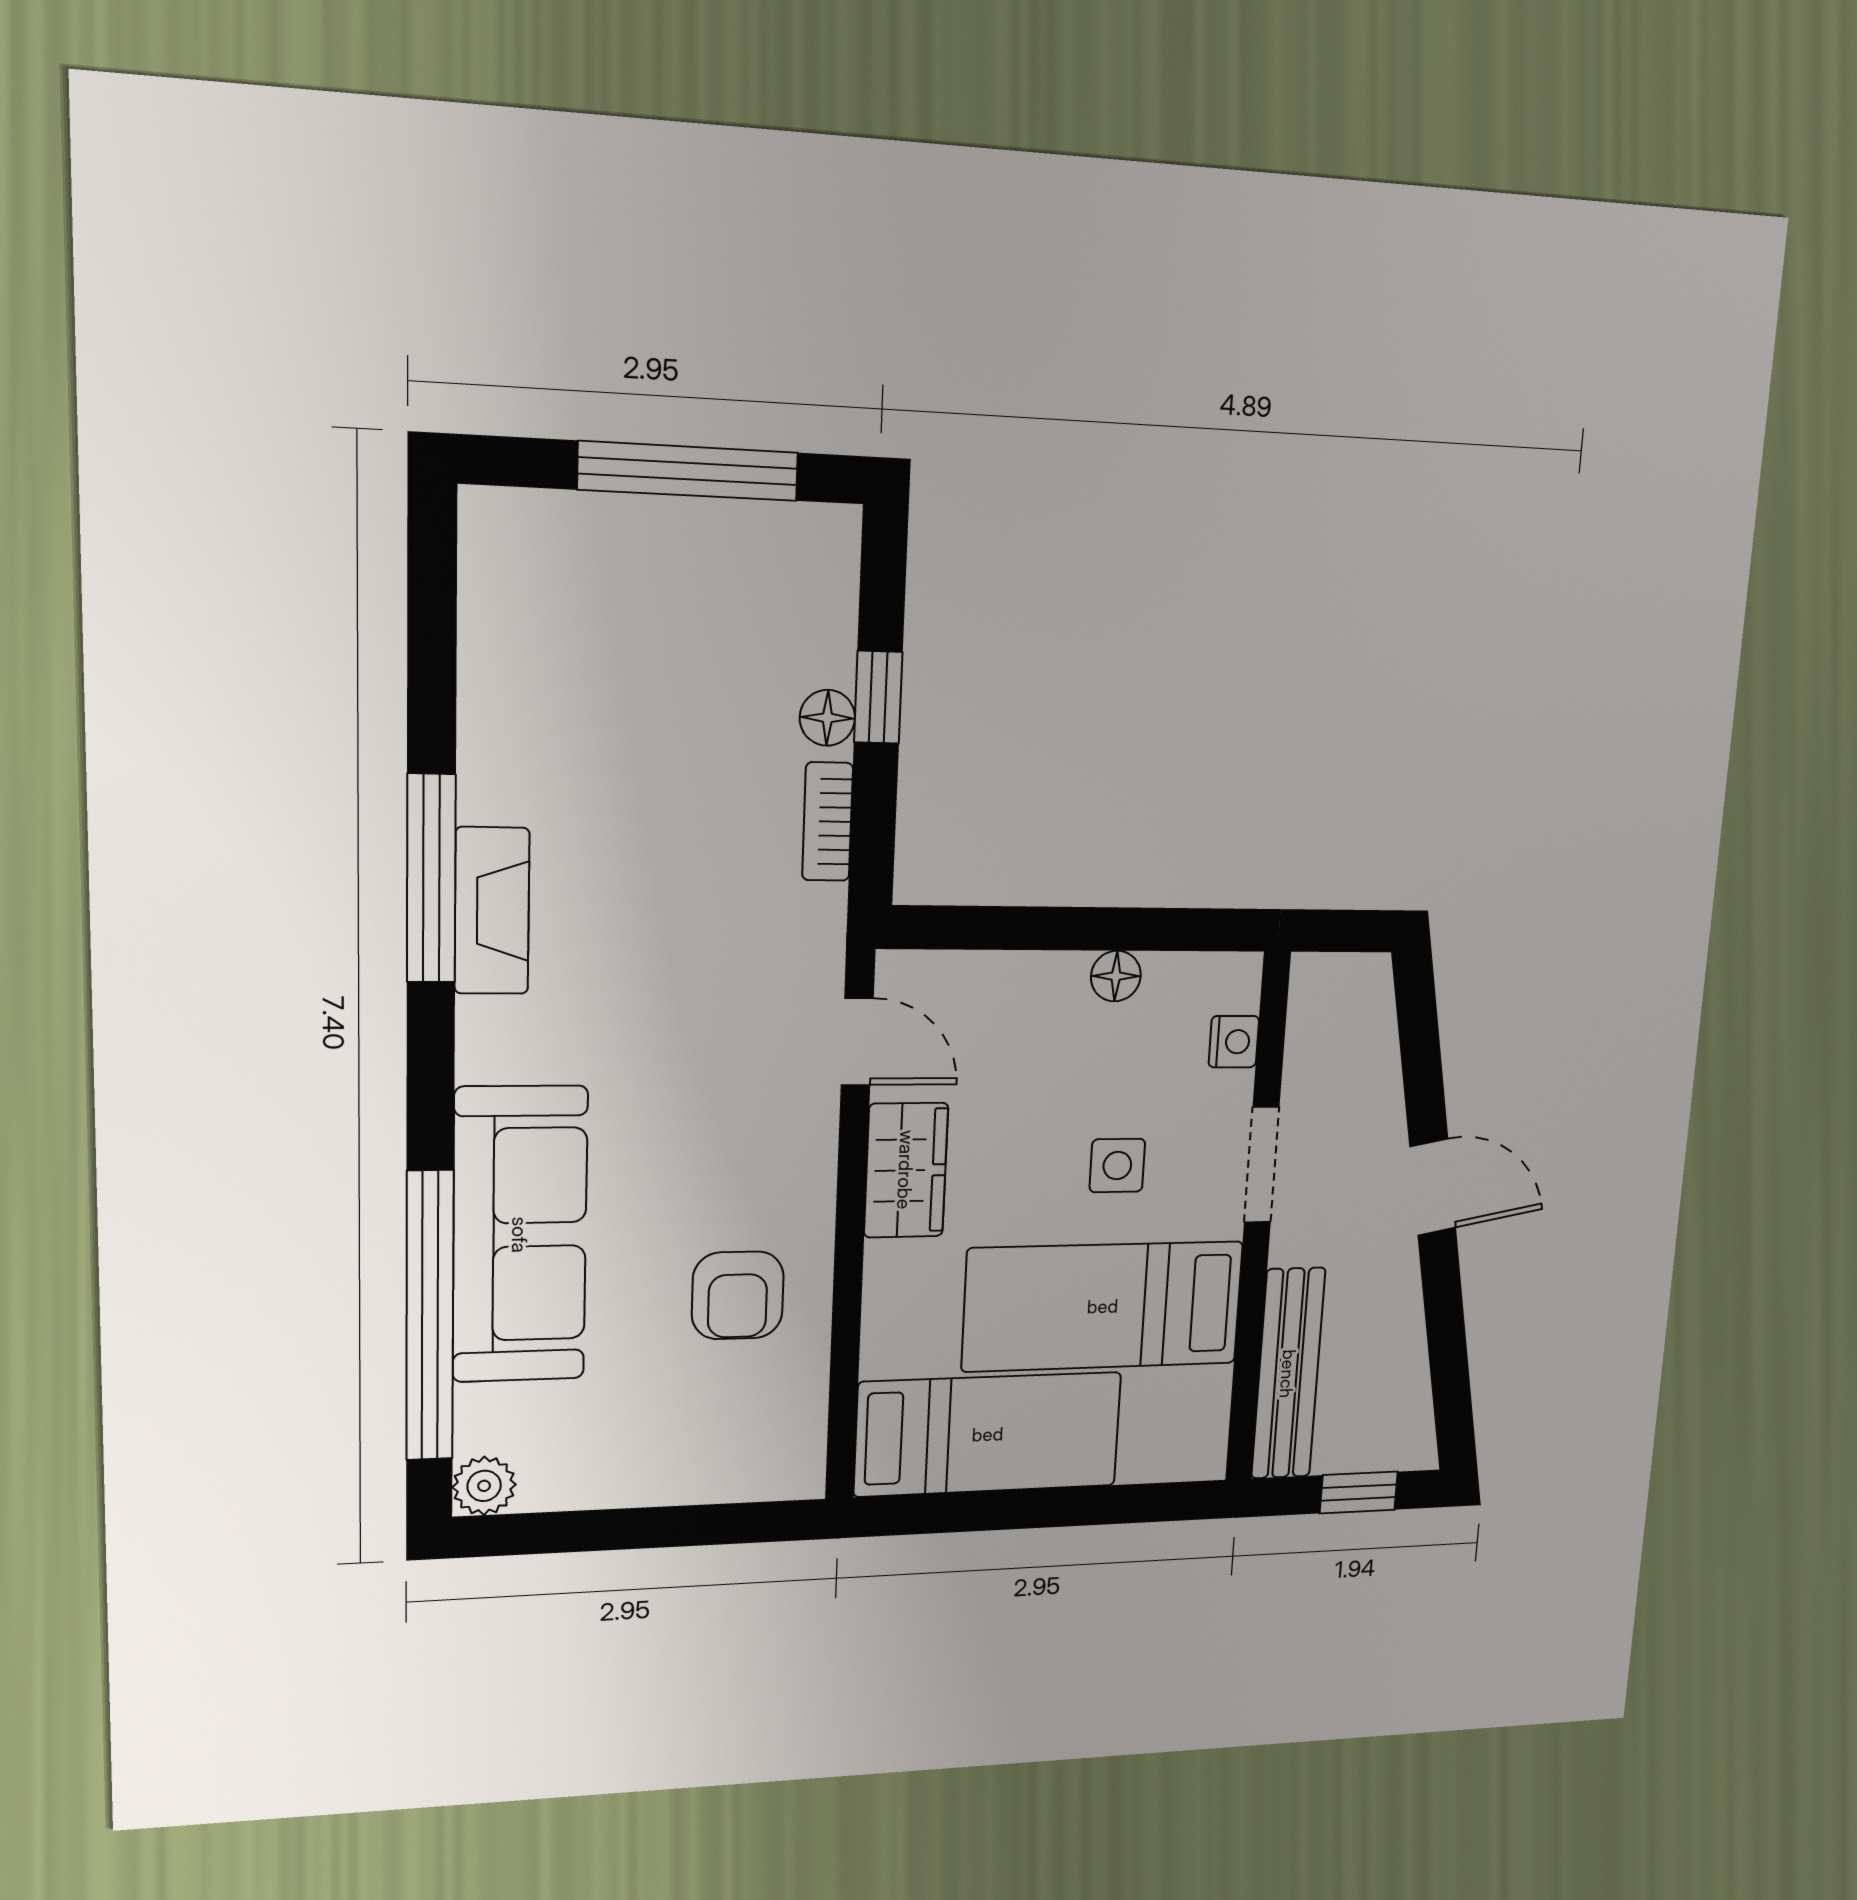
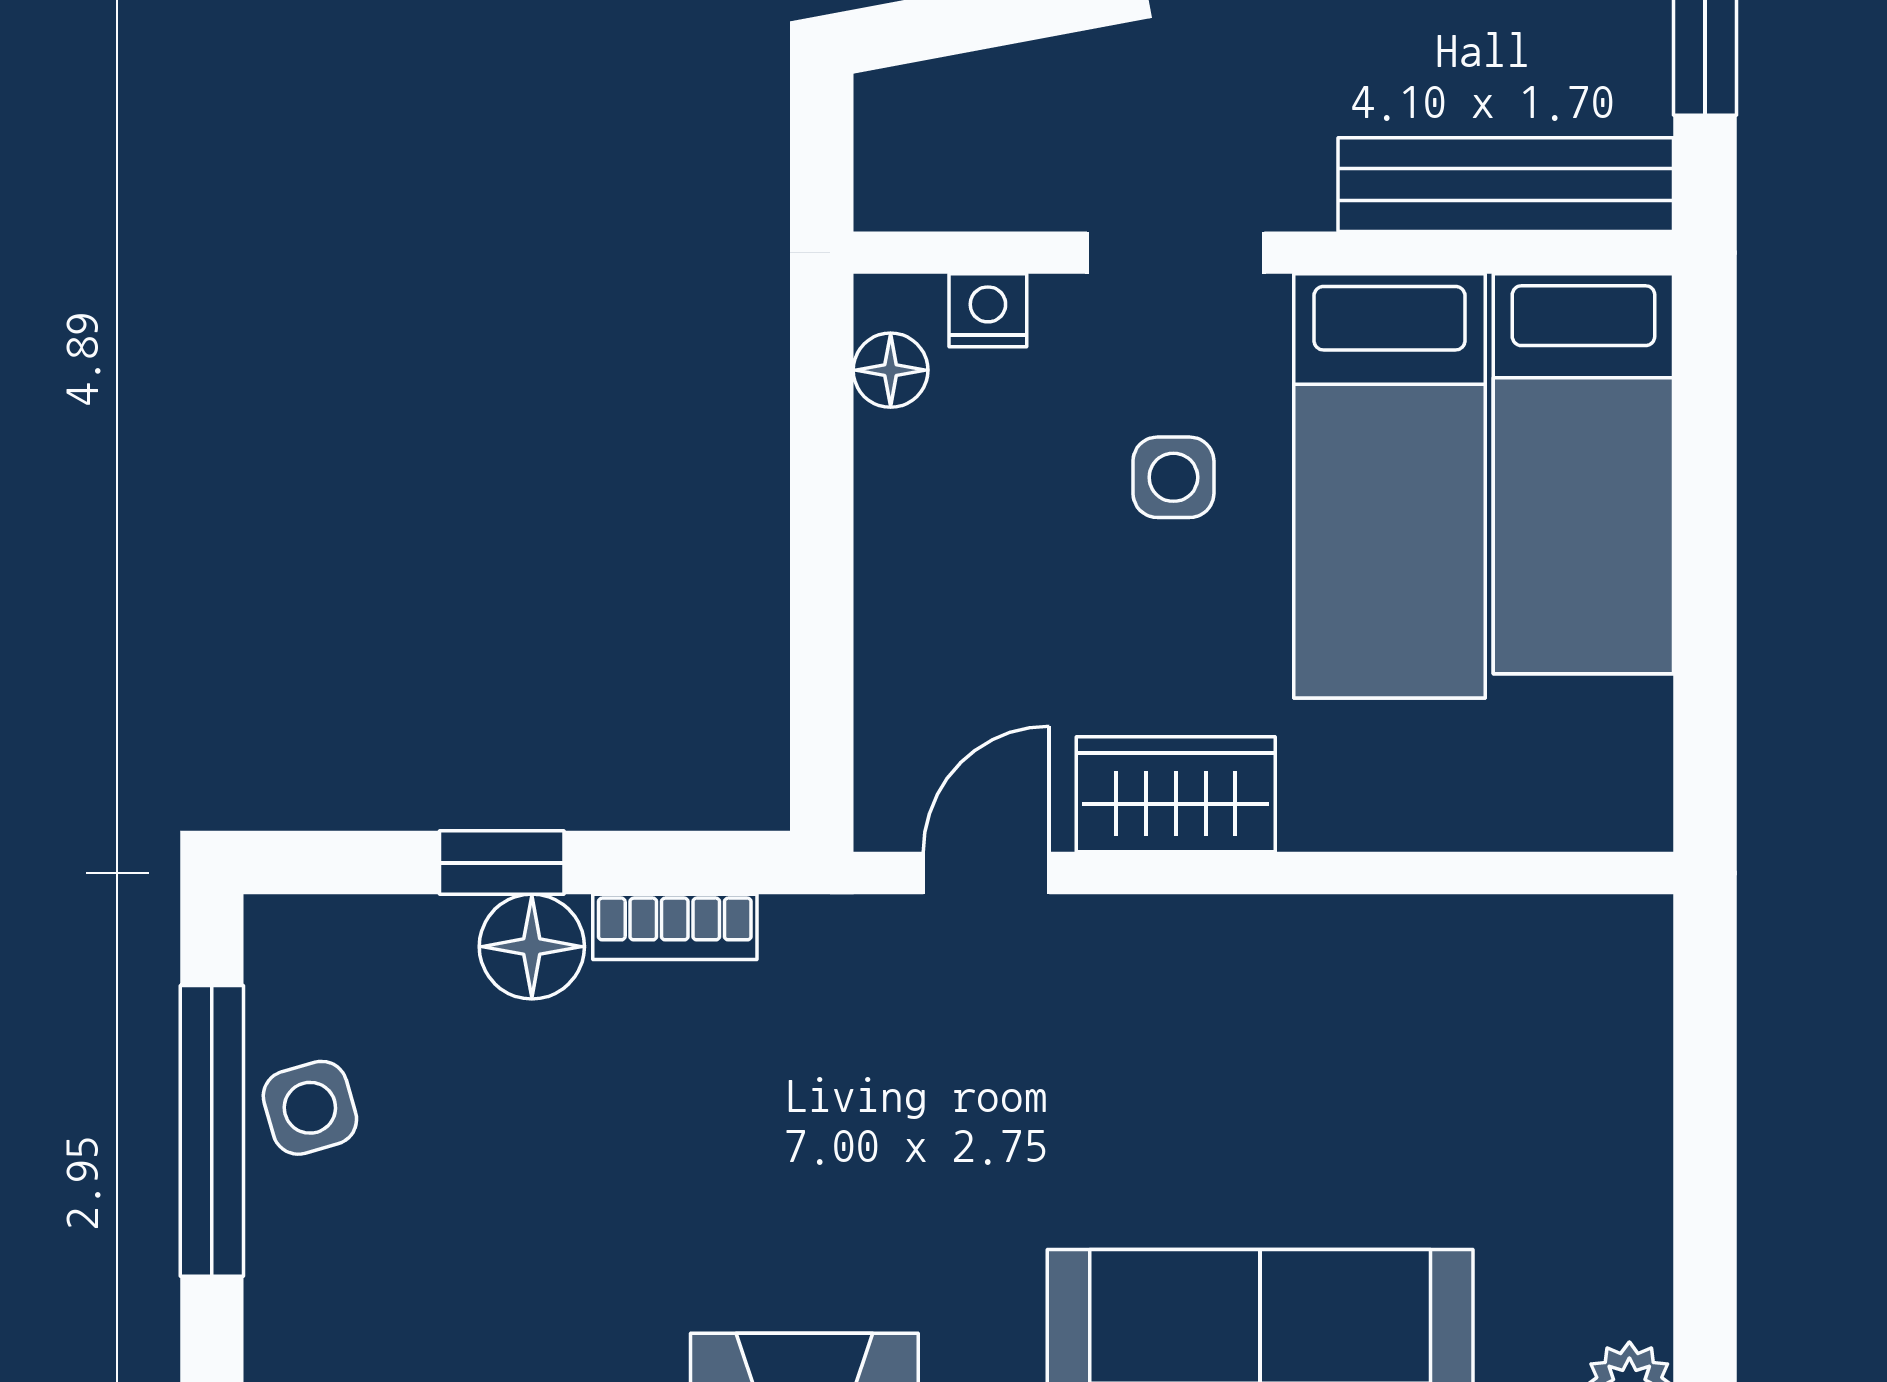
side table: (704, 547) -> (310, 1108), added
floor lamp: (827, 718) -> (532, 947), width x1.37, depth x1.37
floor lamp: (1116, 976) -> (891, 370), moved
armchair: (738, 1295) -> (1357, 1032), removed
bed: (988, 1434) -> (1583, 474), moved, turned 180

